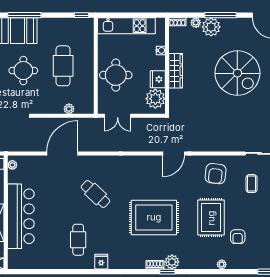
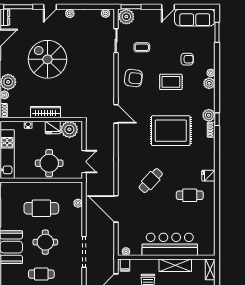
spiral stairs: (237, 73) -> (47, 59), turned -90
rug: (154, 217) -> (171, 131), turned 90
rug: (211, 218) -> (171, 82), width x0.73, depth x0.70
plant: (209, 262) -> (209, 83), added

